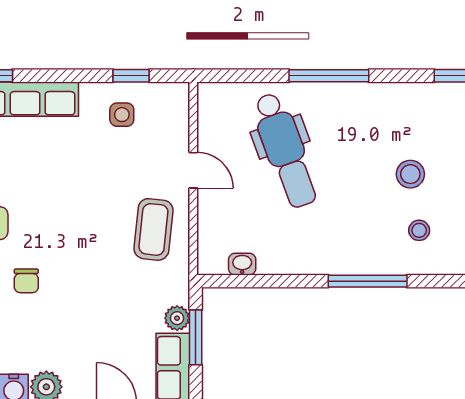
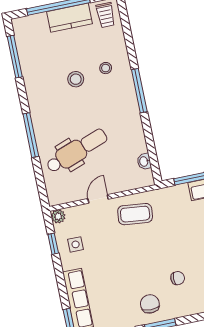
plant: (177, 318) -> (58, 216), moved

